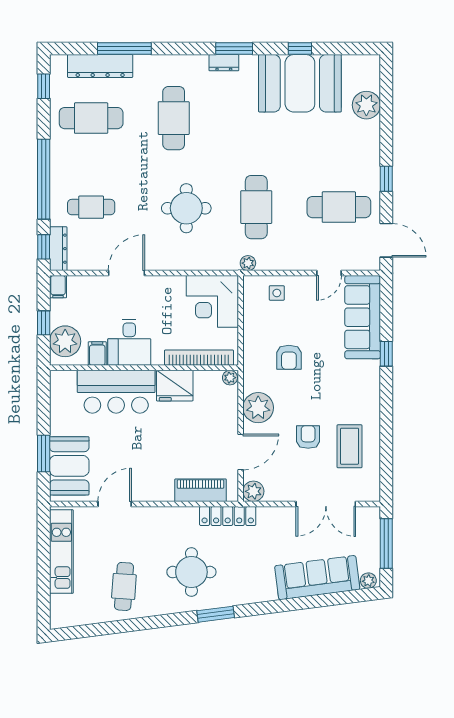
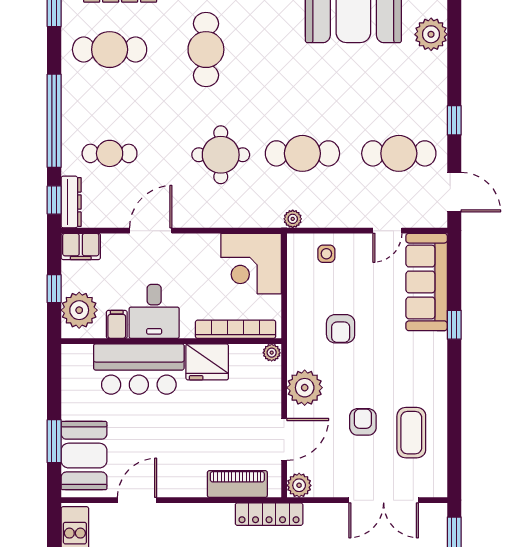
cafe table: (256, 207) -> (302, 153), turned 90
filing cabinet: (58, 287) -> (81, 246), width x2.00

